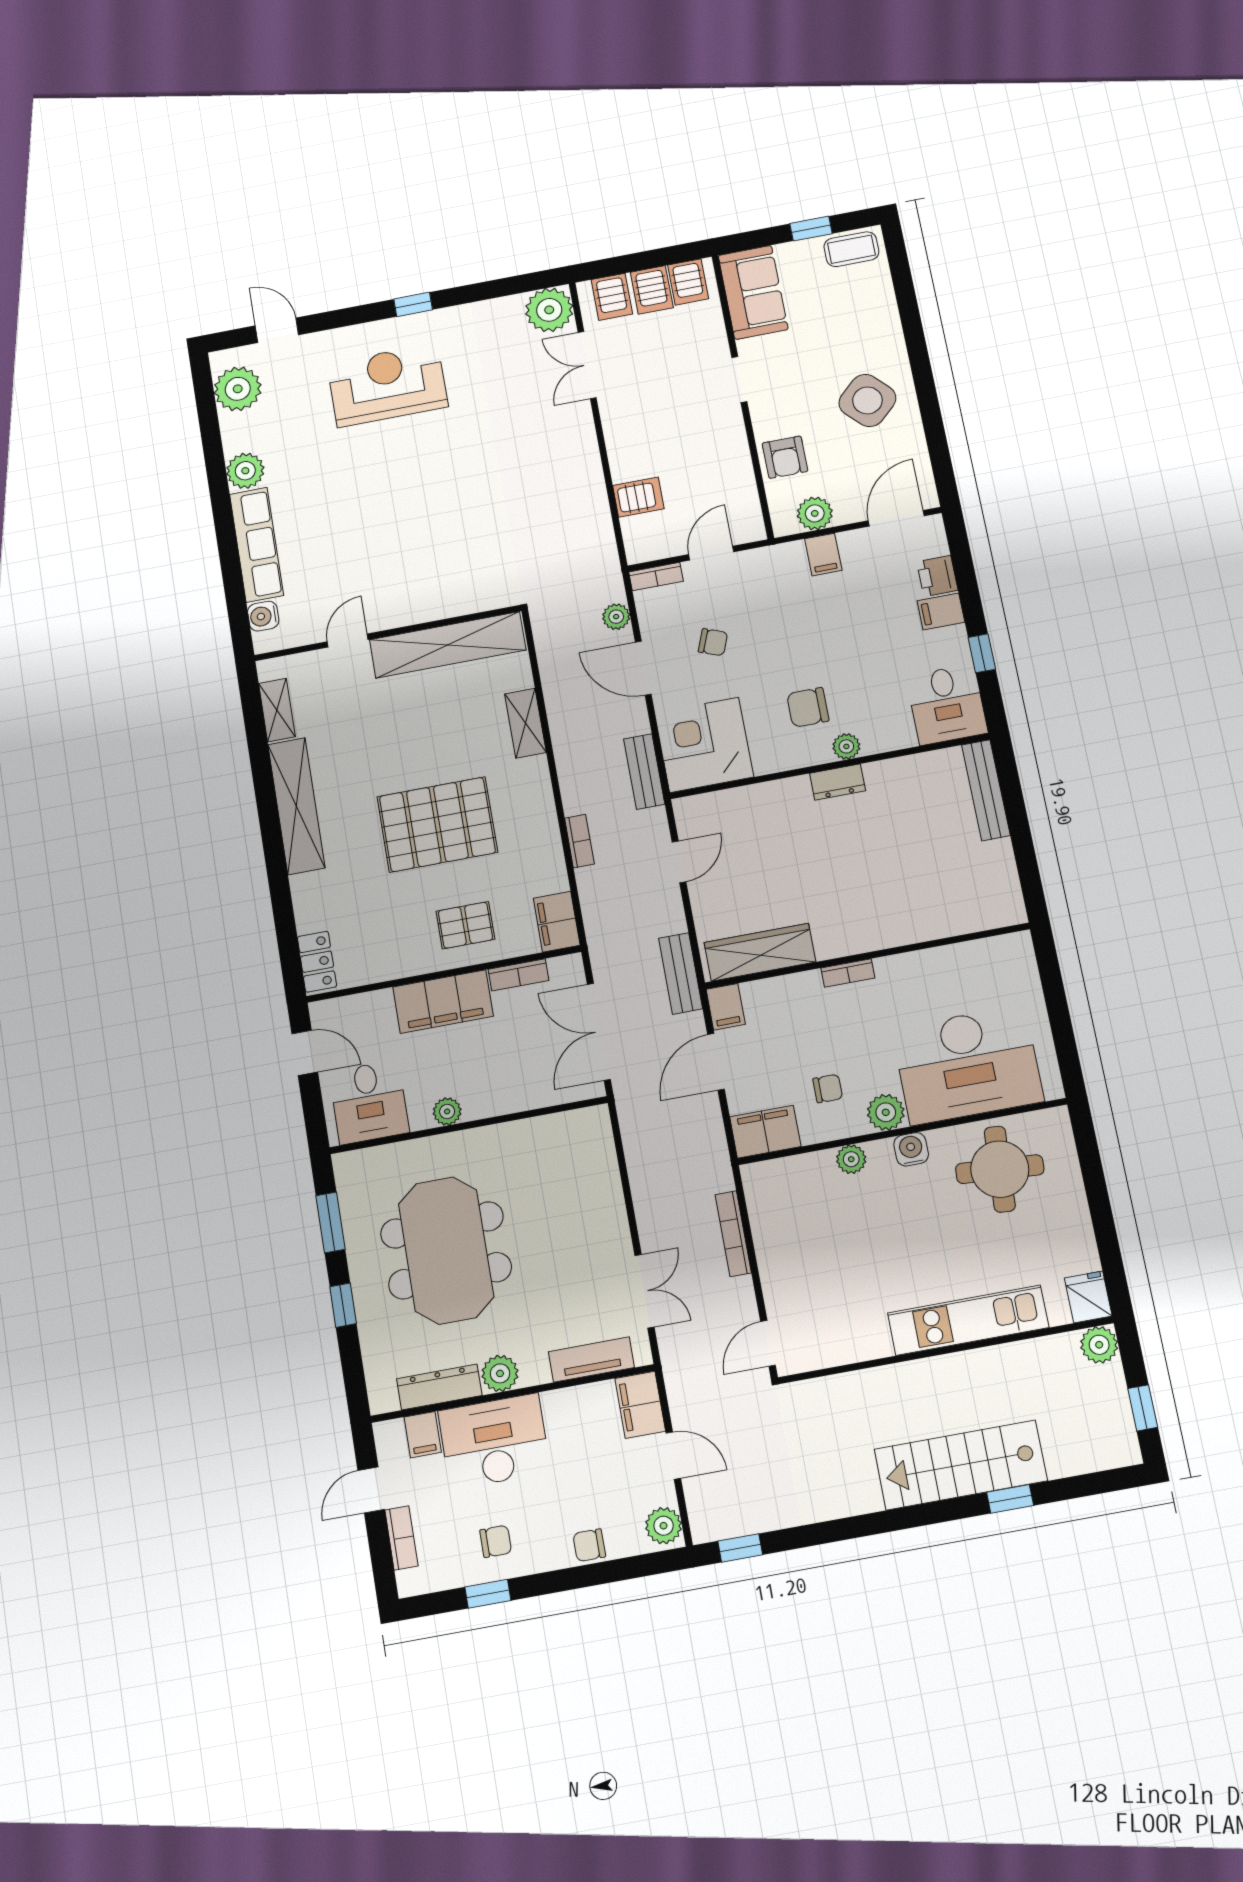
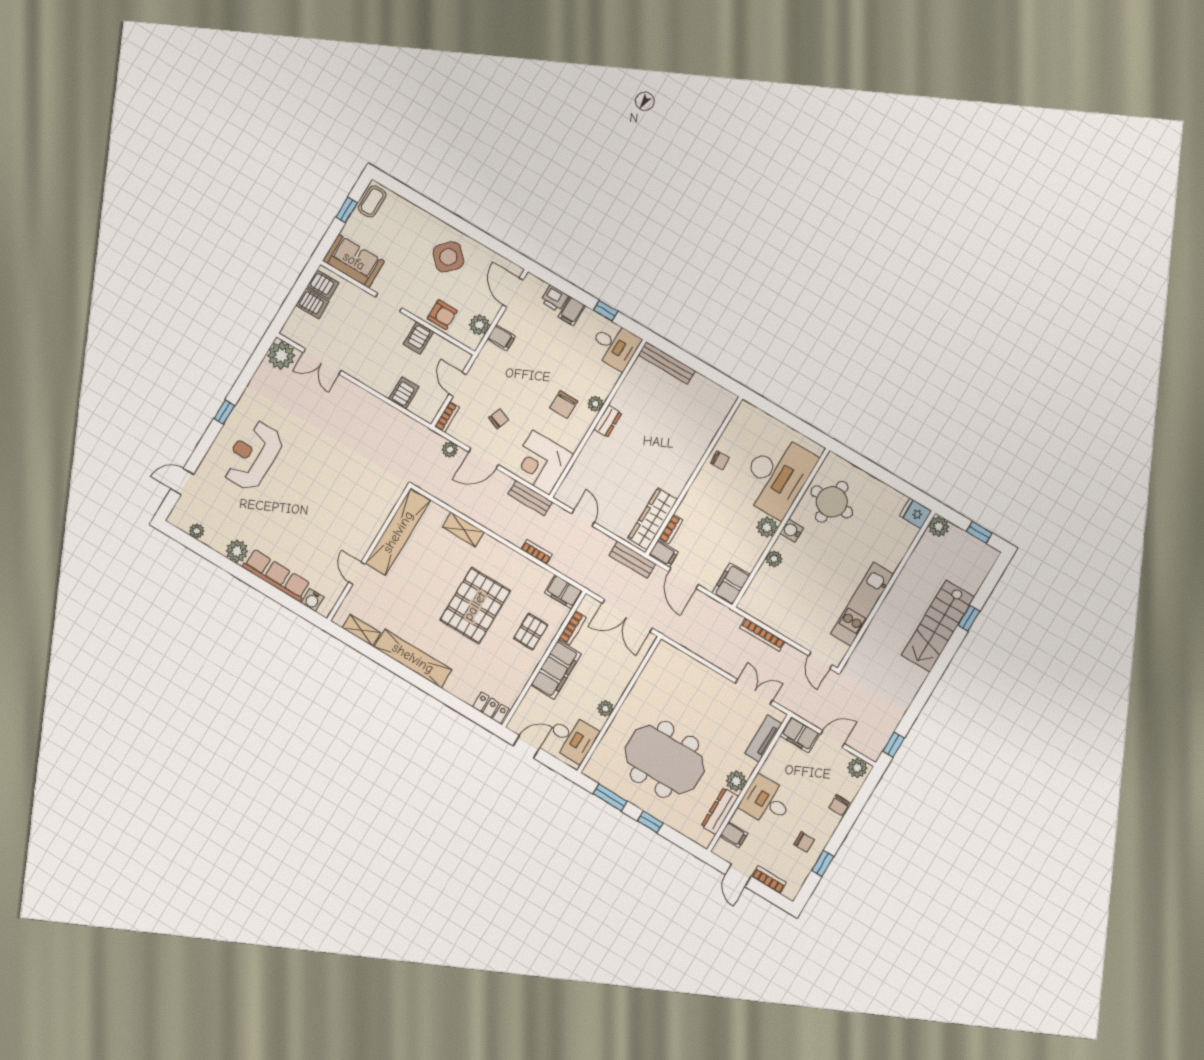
server rack: (612, 297) -> (418, 338), moved, turned 90
plant: (238, 389) -> (197, 531), width x0.53, depth x0.53
bookcase: (848, 973) -> (671, 529), moved
chair: (828, 1088) -> (720, 460), moved, turned 87
kitchen unit: (968, 1320) -> (862, 604), moved
desk: (494, 1441) -> (766, 801), width x0.73
chair: (496, 1541) -> (804, 842), turned 90

